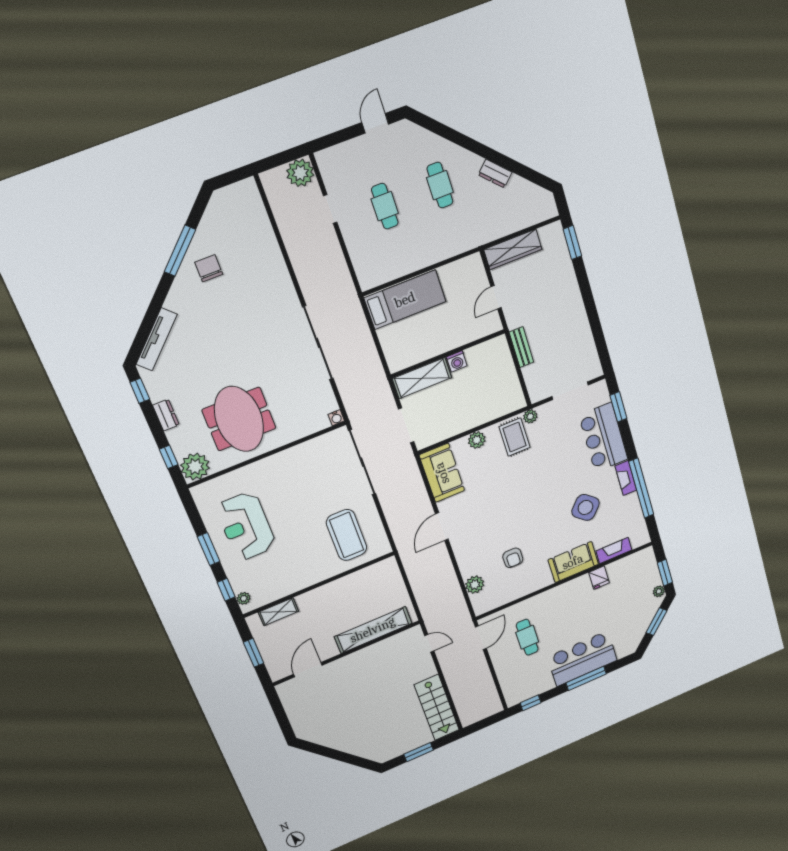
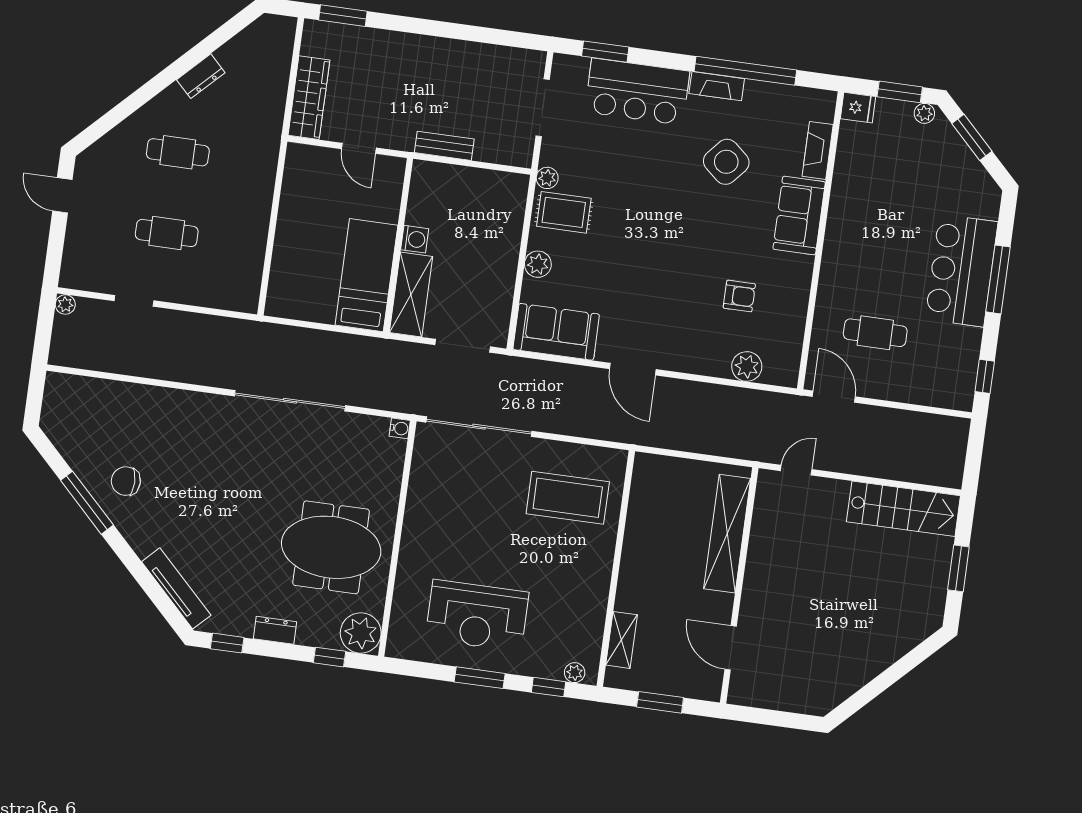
plant: (300, 173) -> (65, 304), width x0.53, depth x0.53
bed: (405, 300) -> (366, 275), moved
fridge: (599, 578) -> (858, 108), moved

